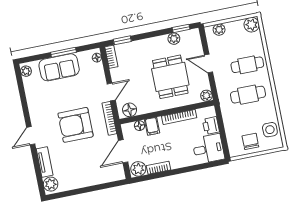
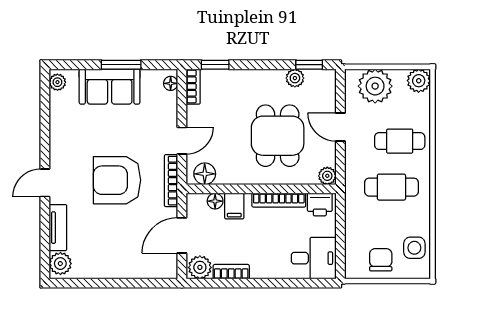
plant: (219, 30) -> (375, 86), width x1.88, depth x1.88
printer: (211, 126) -> (320, 205), moved, turned -90

